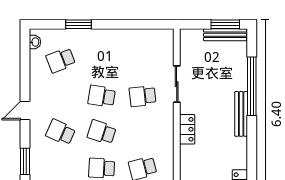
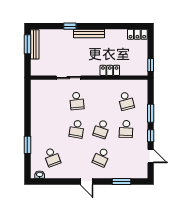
window: (252, 86) -> (70, 26), width x0.32
locker: (187, 129) -> (110, 70), moved

